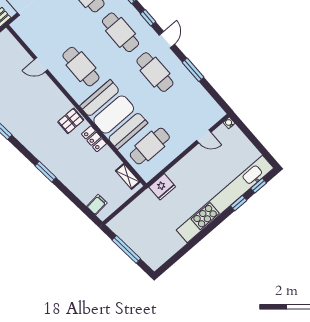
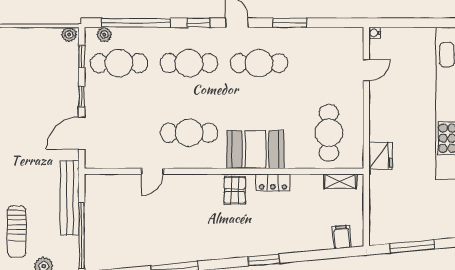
booth: (114, 115) -> (255, 150), width x0.73, depth x0.70

